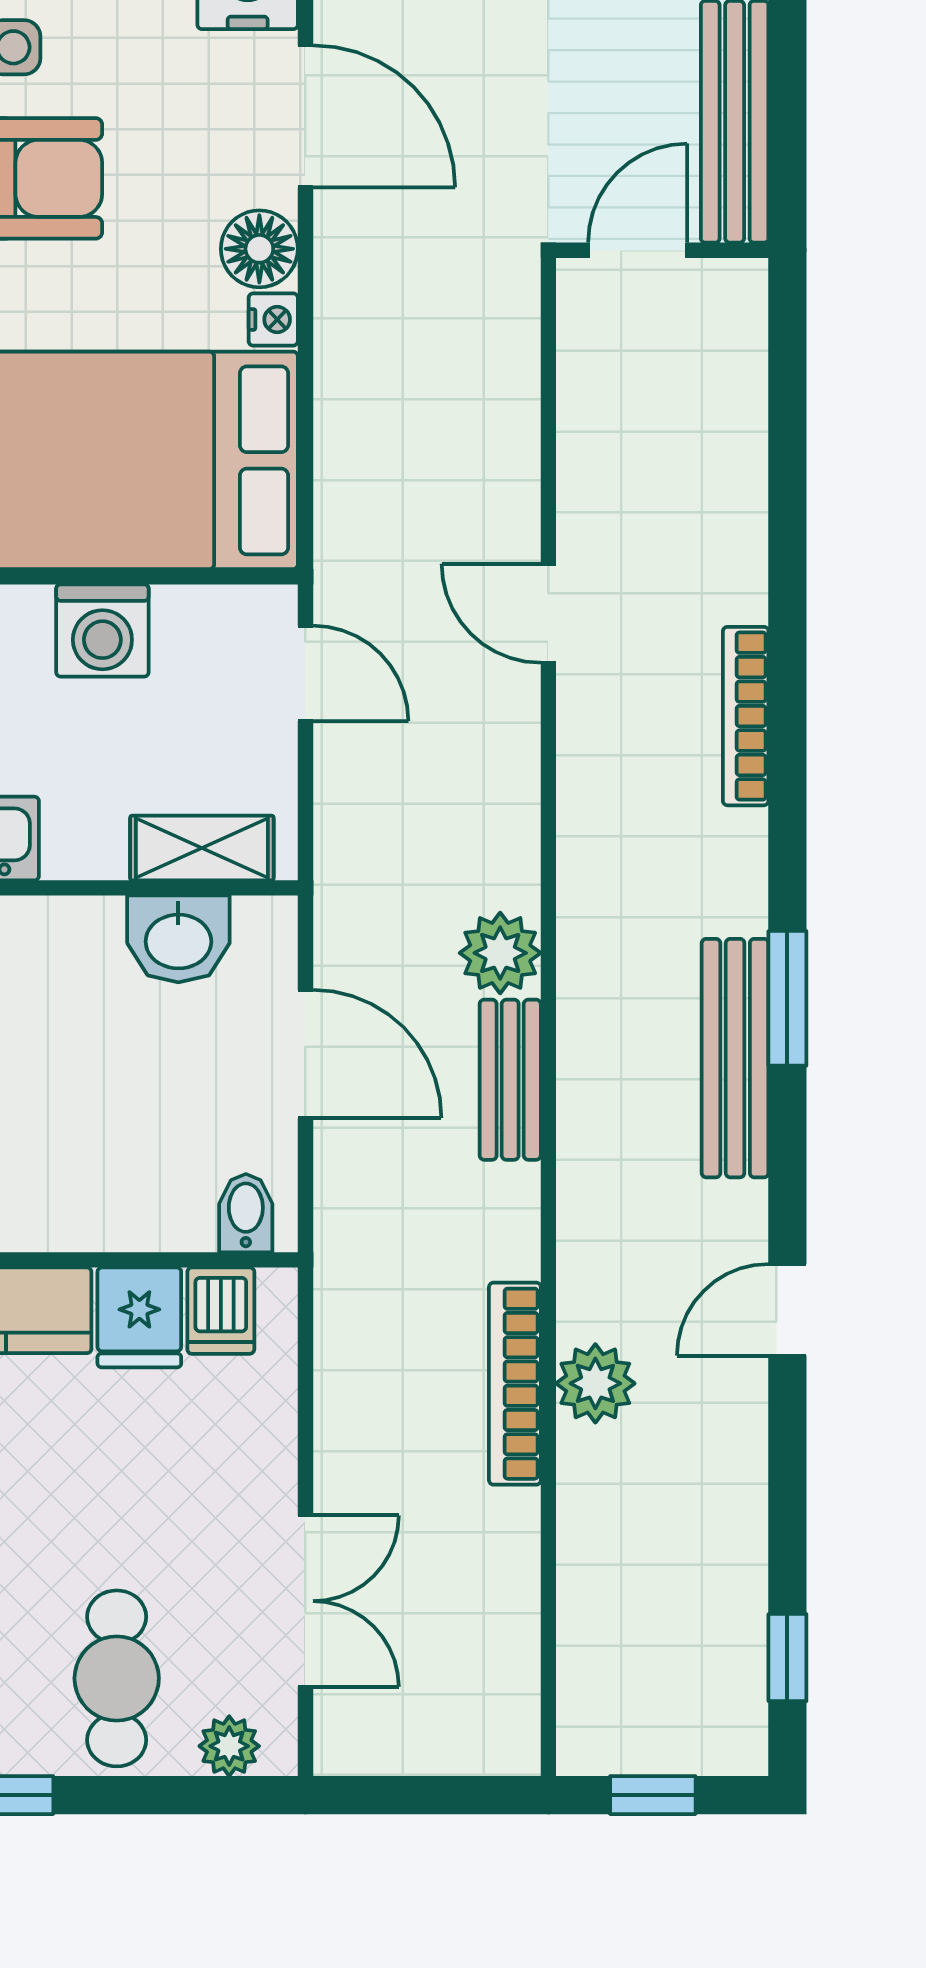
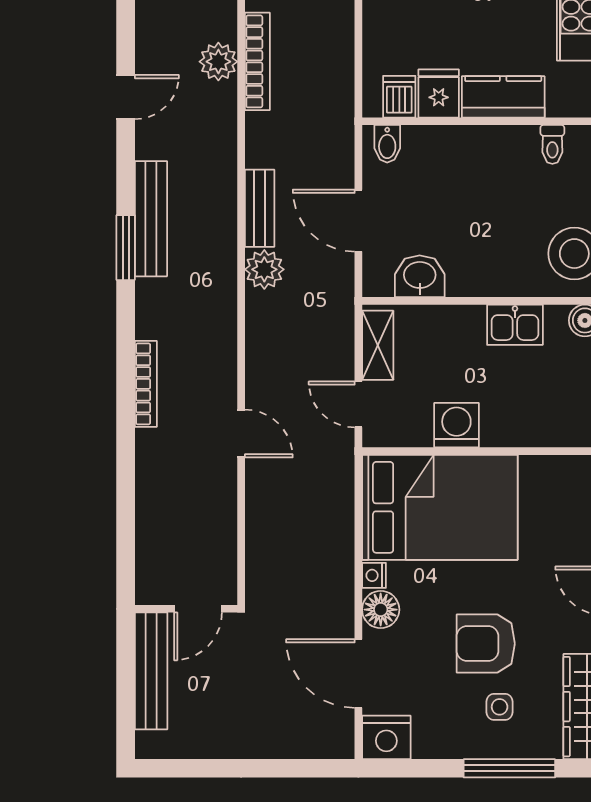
shelving: (202, 848) -> (378, 345), moved, turned 90

